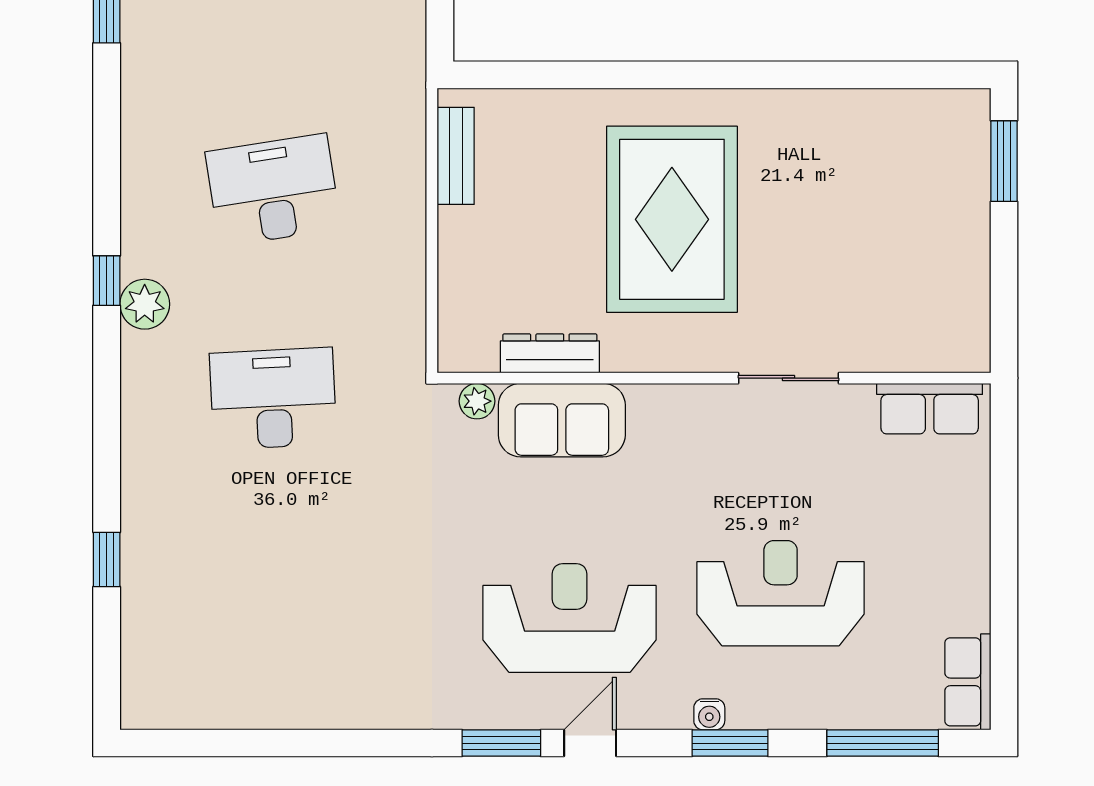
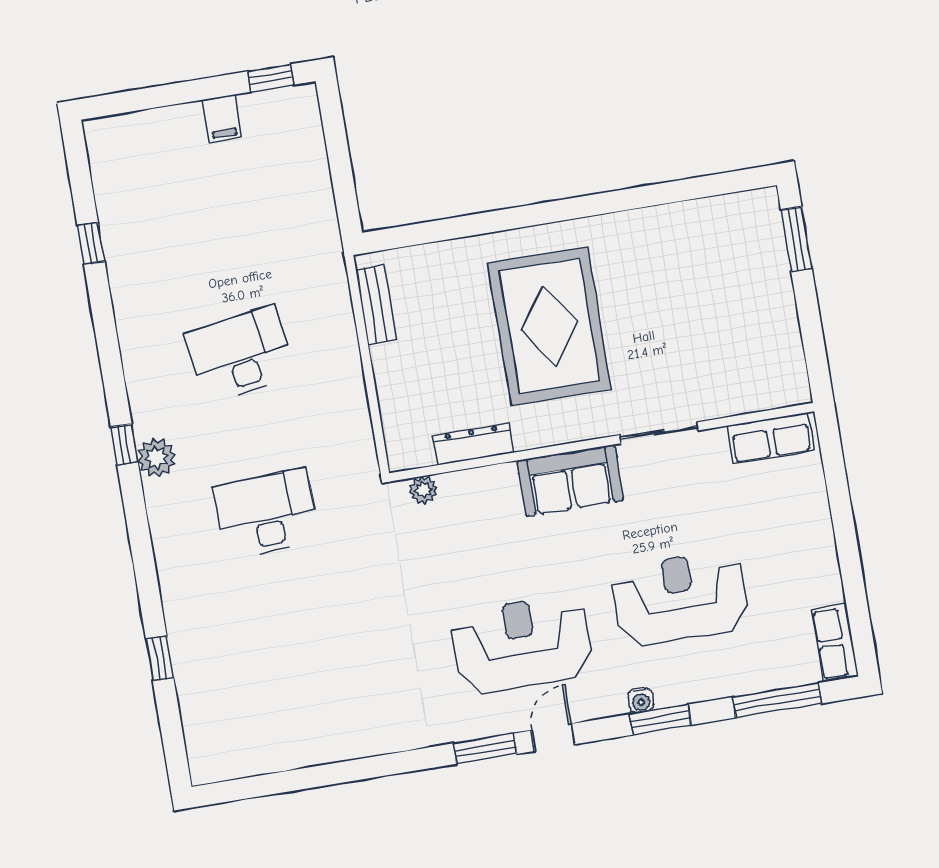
sofa: (562, 420) -> (570, 480), moved

